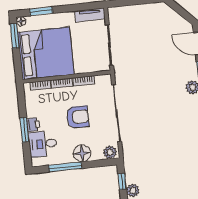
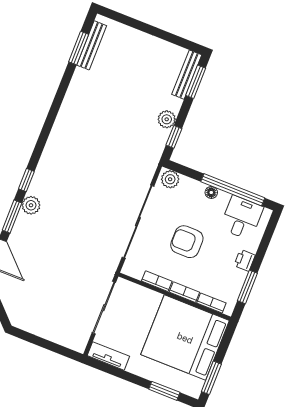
floor lamp: (21, 21) -> (195, 391), removed
window: (25, 130) -> (247, 287), moved
desk: (43, 144) -> (242, 218), moved, turned -90
floor lamp: (82, 153) -> (211, 192), width x0.53, depth x0.53
window: (65, 167) -> (233, 190), width x1.46

